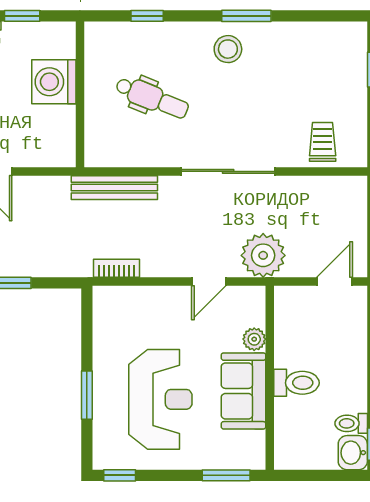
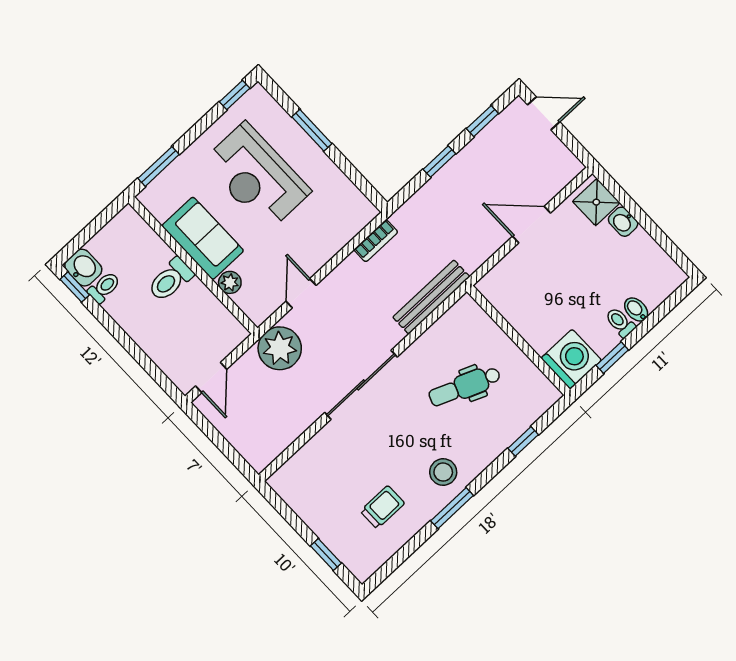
washing machine: (54, 82) -> (571, 359), moved
trolley: (323, 142) -> (382, 507), moved, turned -90

